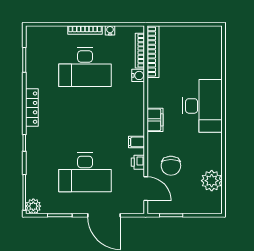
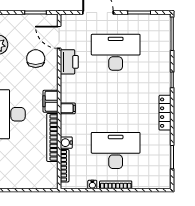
bookcase: (153, 52) -> (52, 137), moved
filing cabinet: (136, 142) -> (68, 108), moved
printer: (138, 162) -> (69, 62), width x1.87, depth x1.48
plant: (33, 206) -> (164, 21), removed

